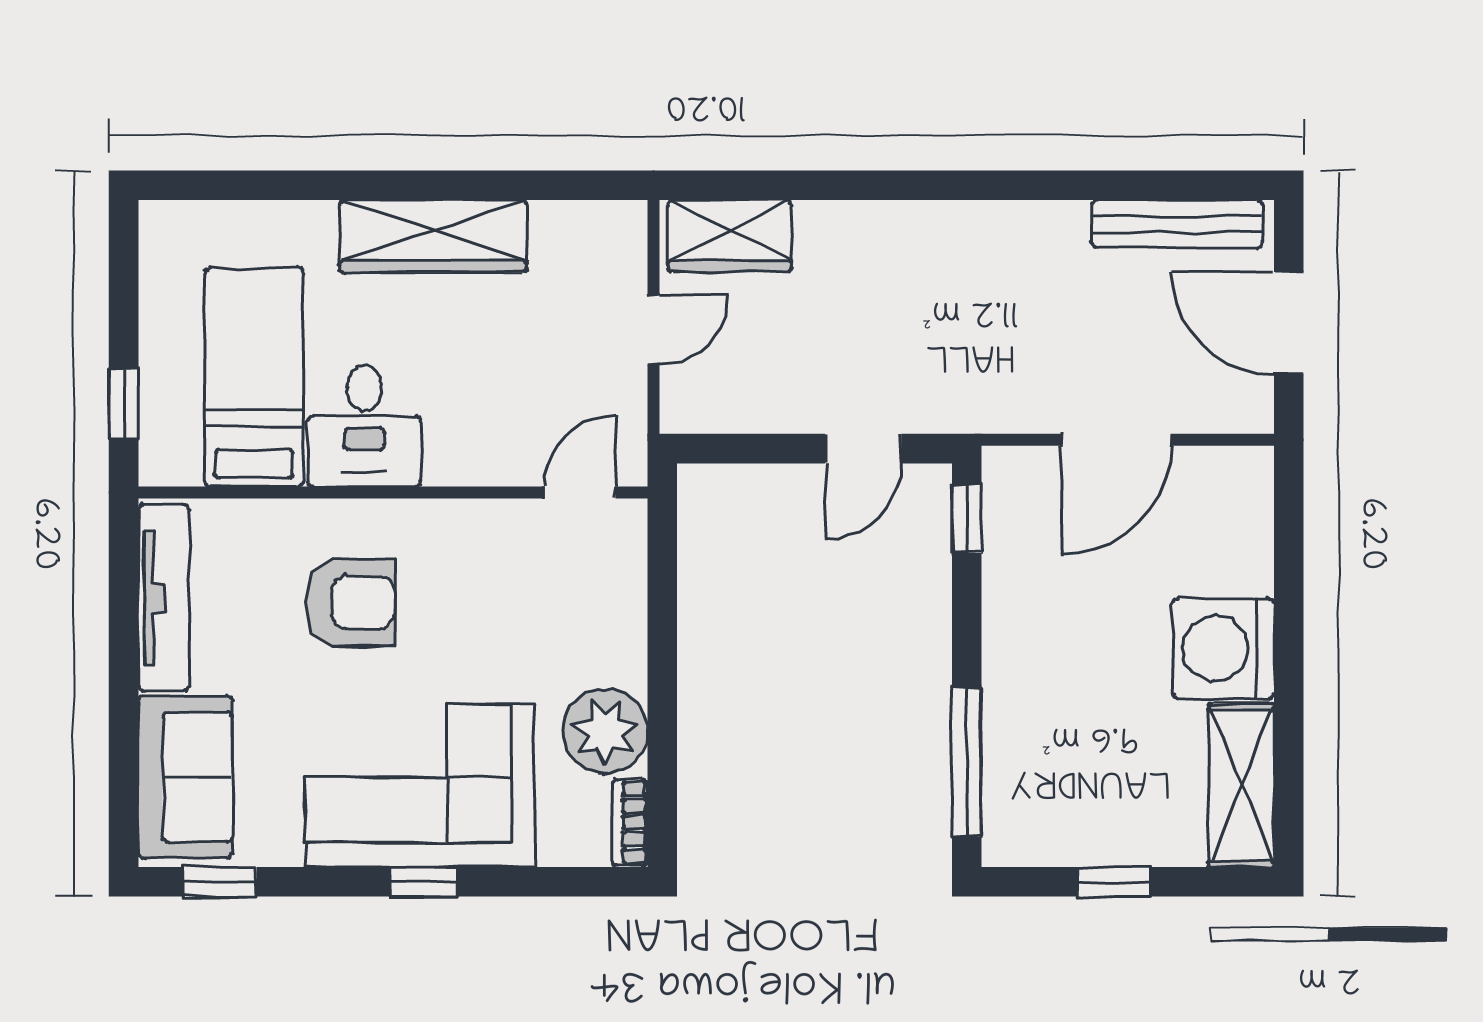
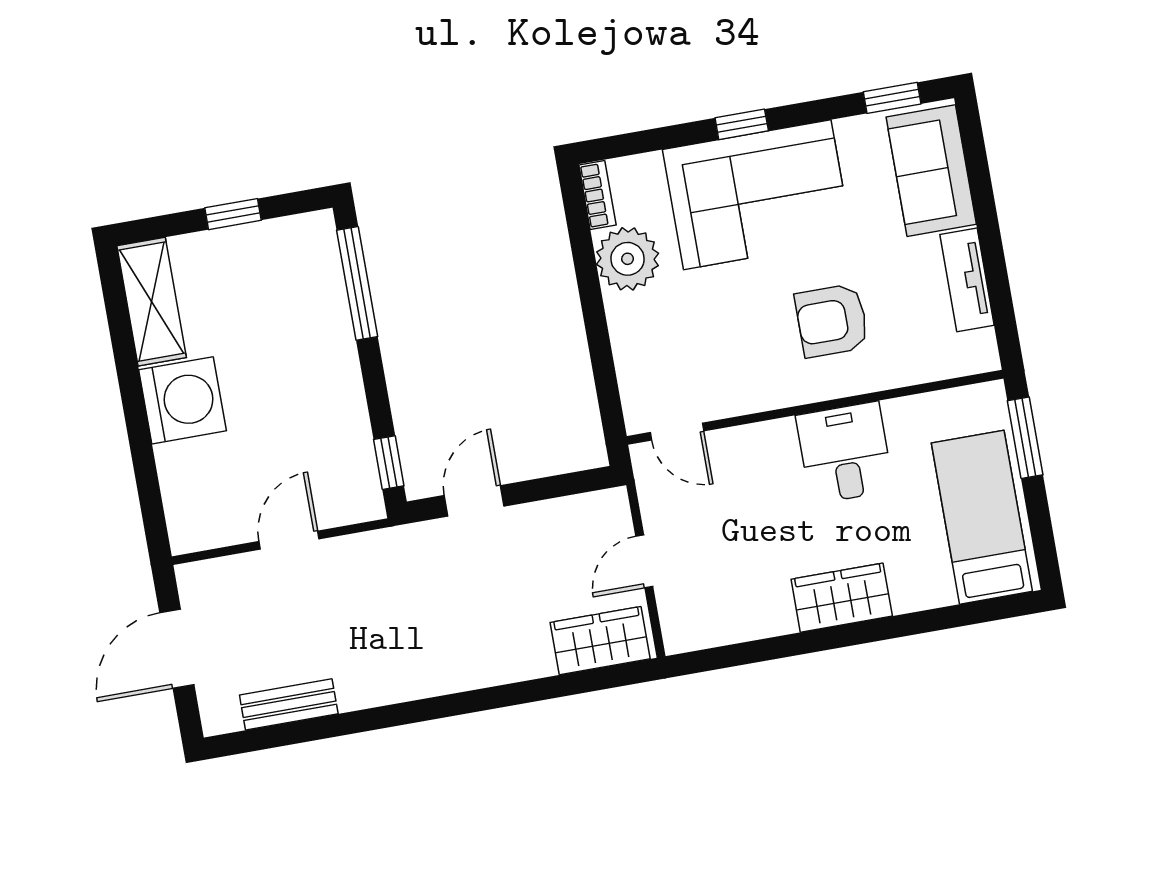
bench: (1177, 224) -> (289, 704), width x0.73
wardrobe: (433, 236) -> (842, 598), width x0.67
door: (1289, 323) -> (177, 649), swing flipped
bed: (254, 377) -> (982, 517), moved, turned 180
window: (124, 404) -> (1025, 438), width x1.50
door: (1116, 440) -> (289, 540), width x0.73
door: (580, 493) -> (677, 432), hinge flipped
tv unit: (164, 598) -> (967, 280), width x0.71

